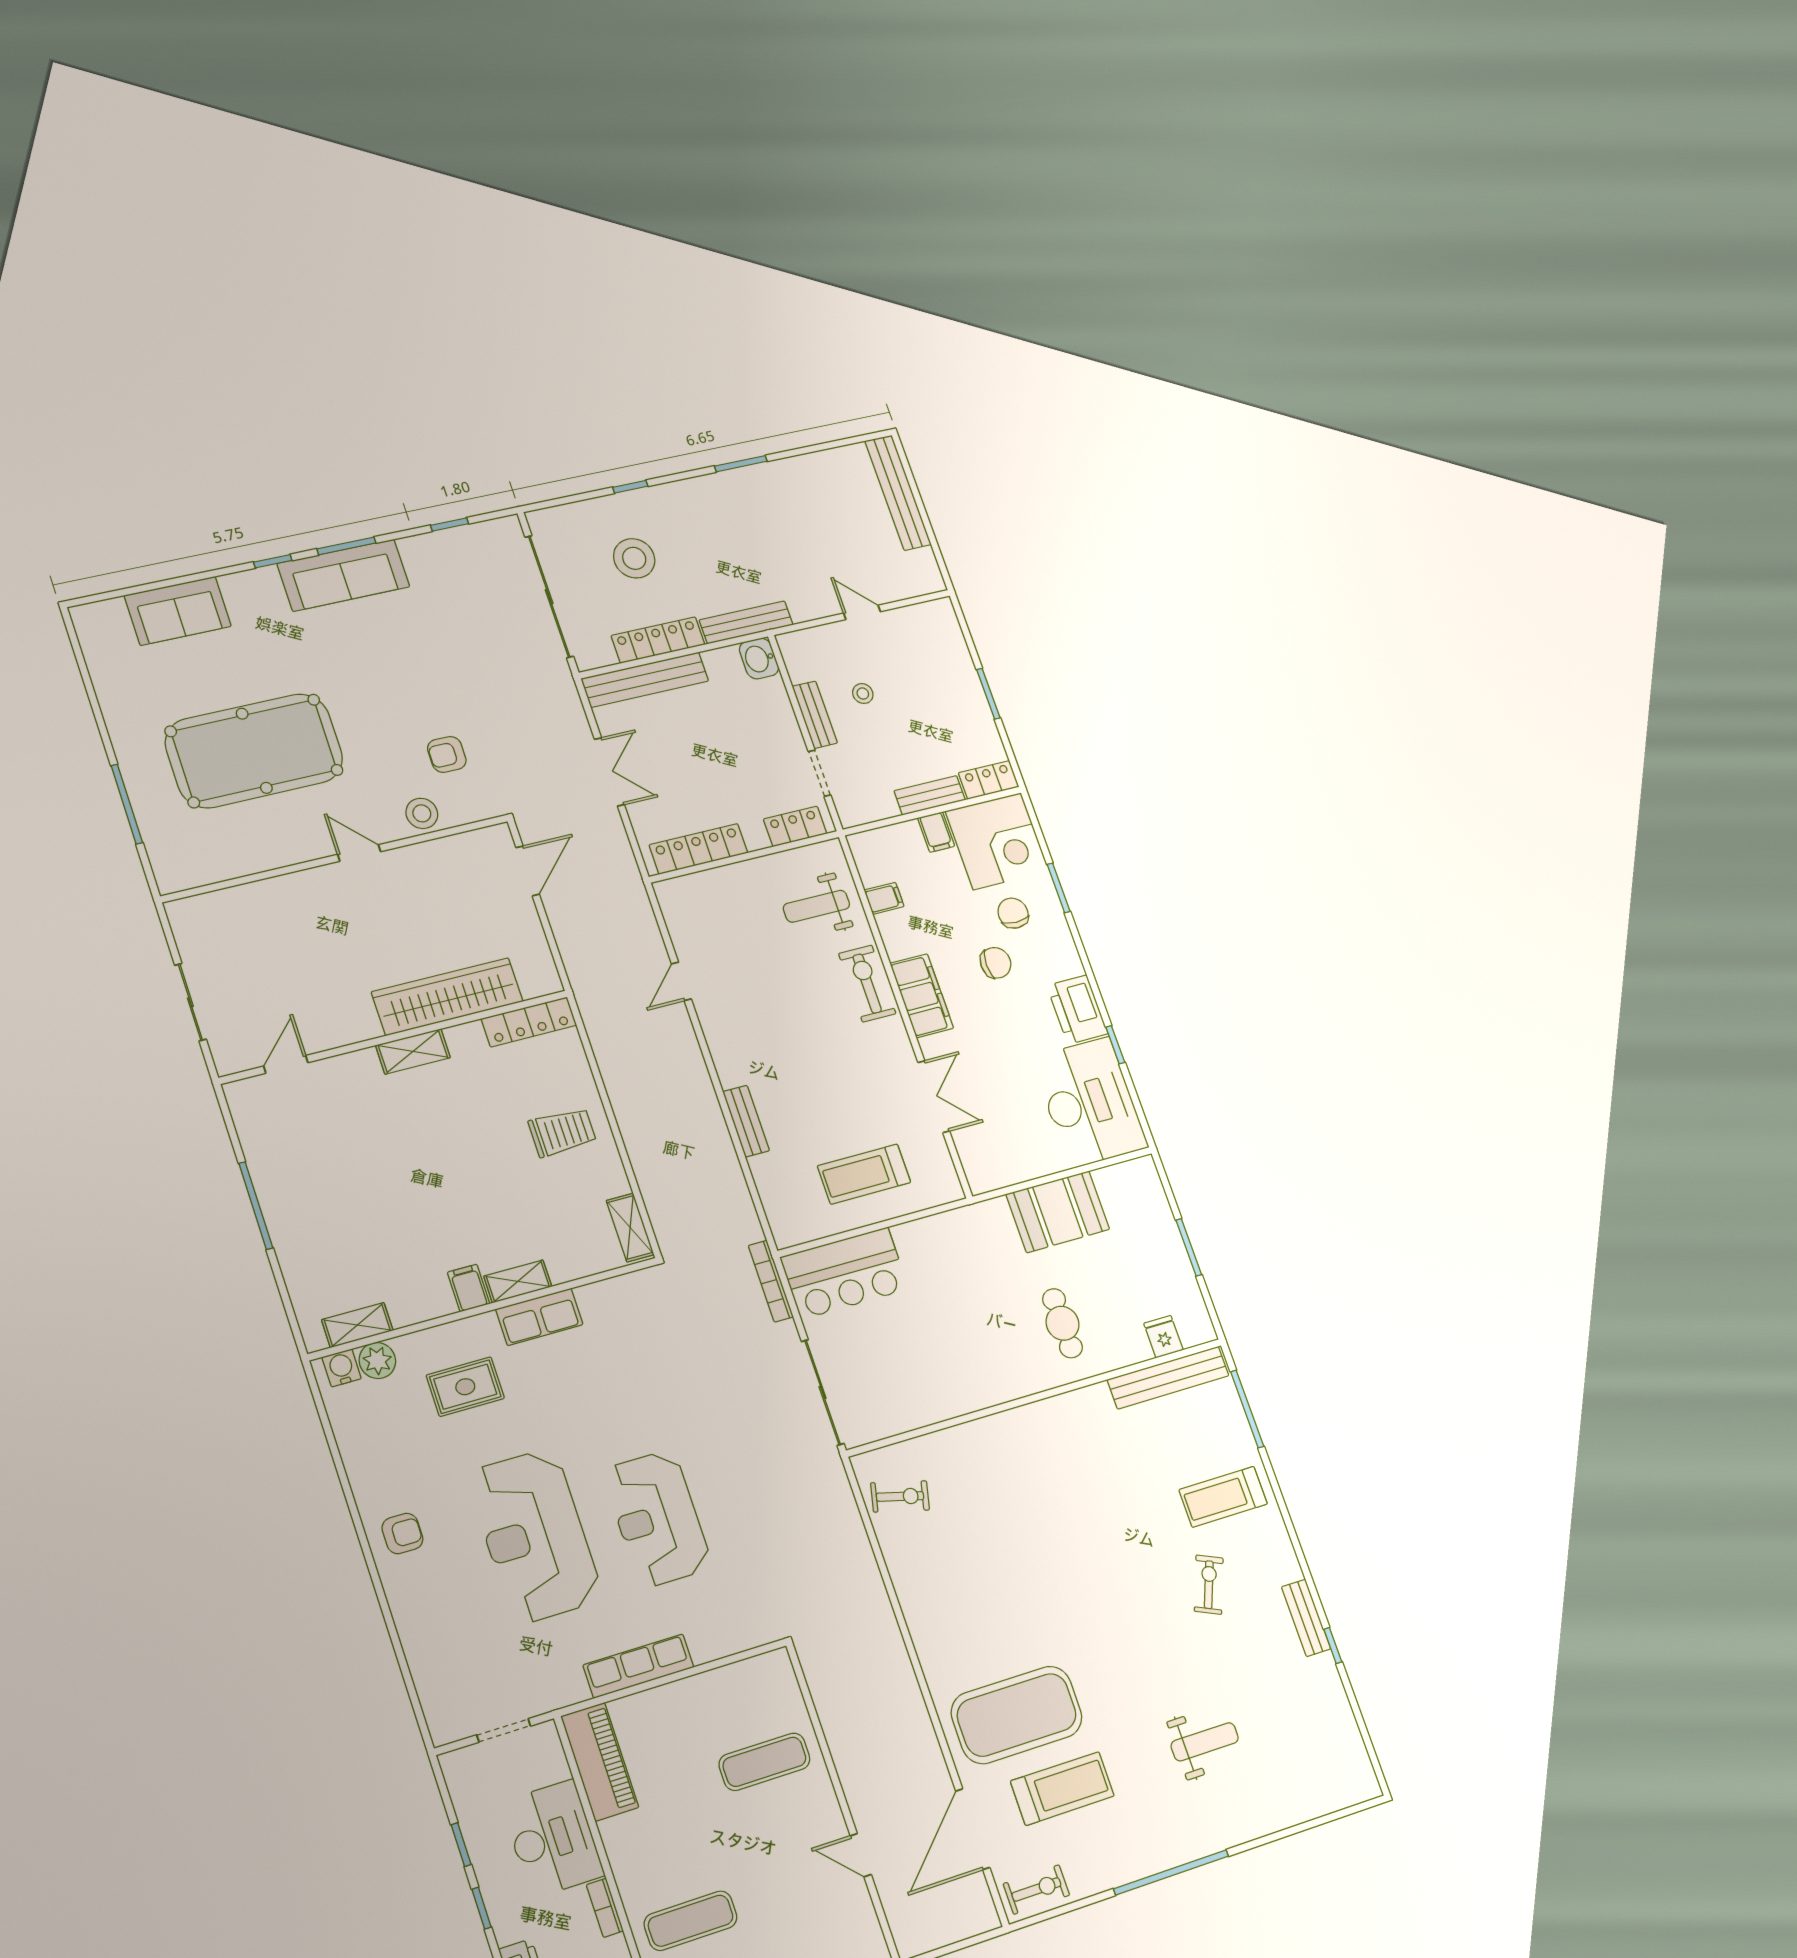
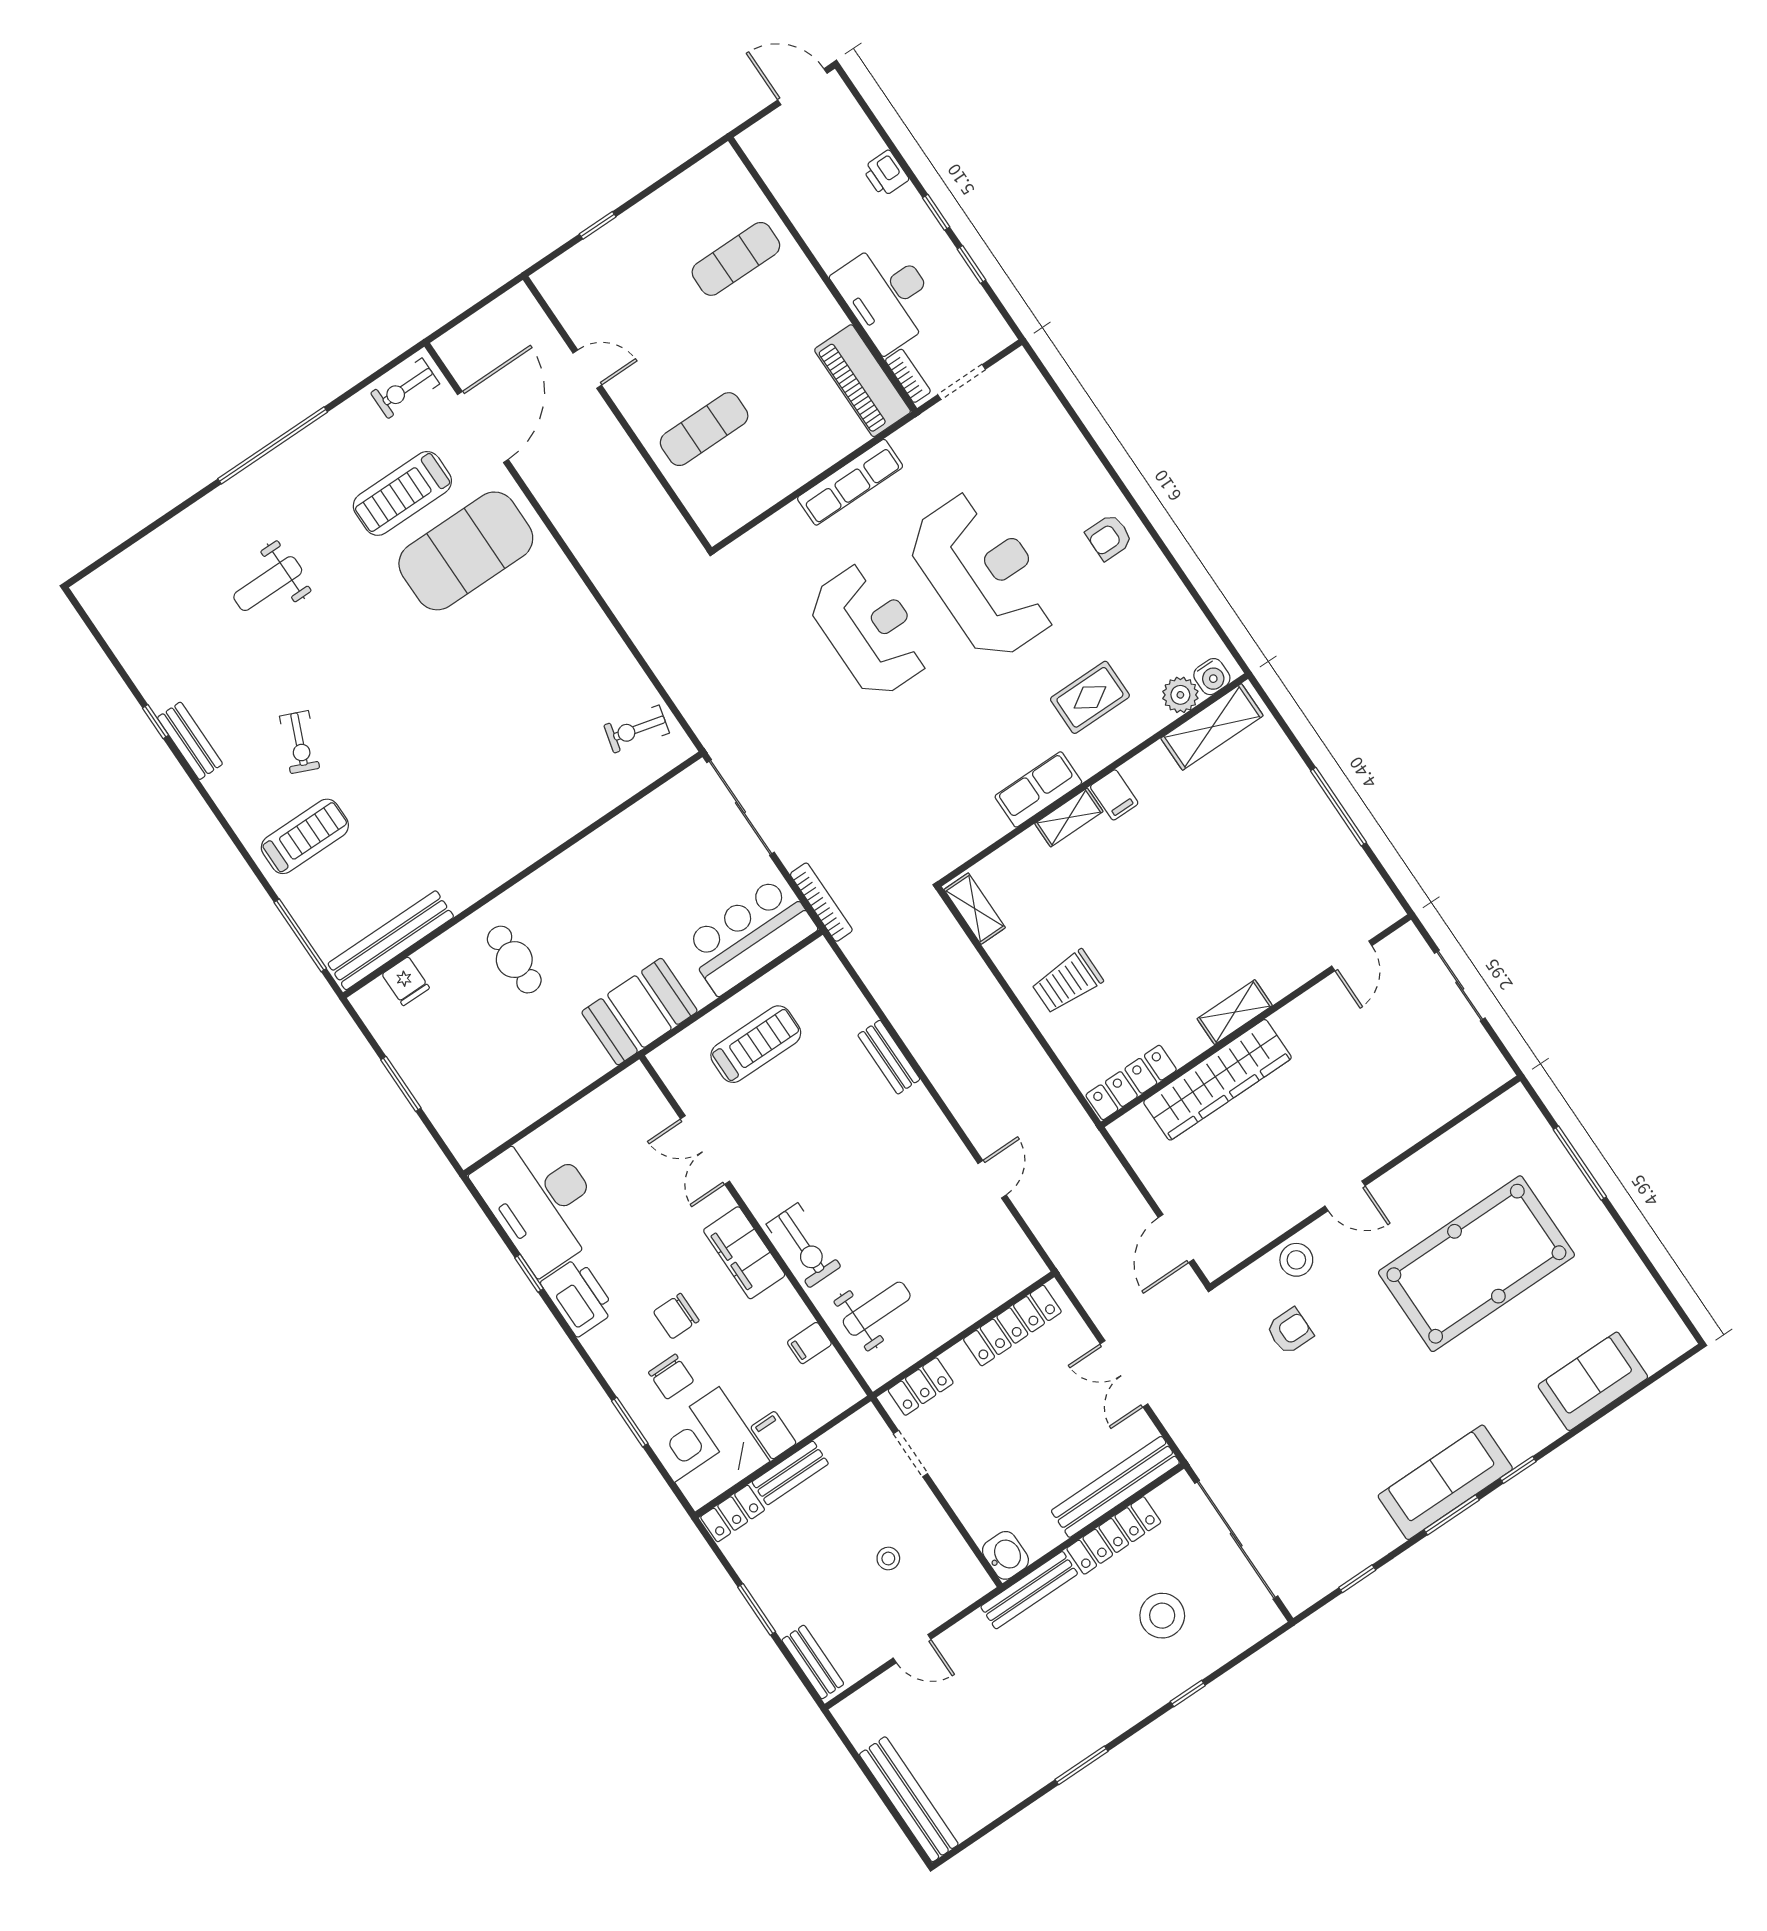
bench: (815, 715) -> (813, 1662), moved
booth: (1058, 1212) -> (639, 1012), moved
shelving: (357, 1325) -> (1212, 727), width x1.50, depth x1.33
bookcase: (605, 1908) -> (908, 376), moved

